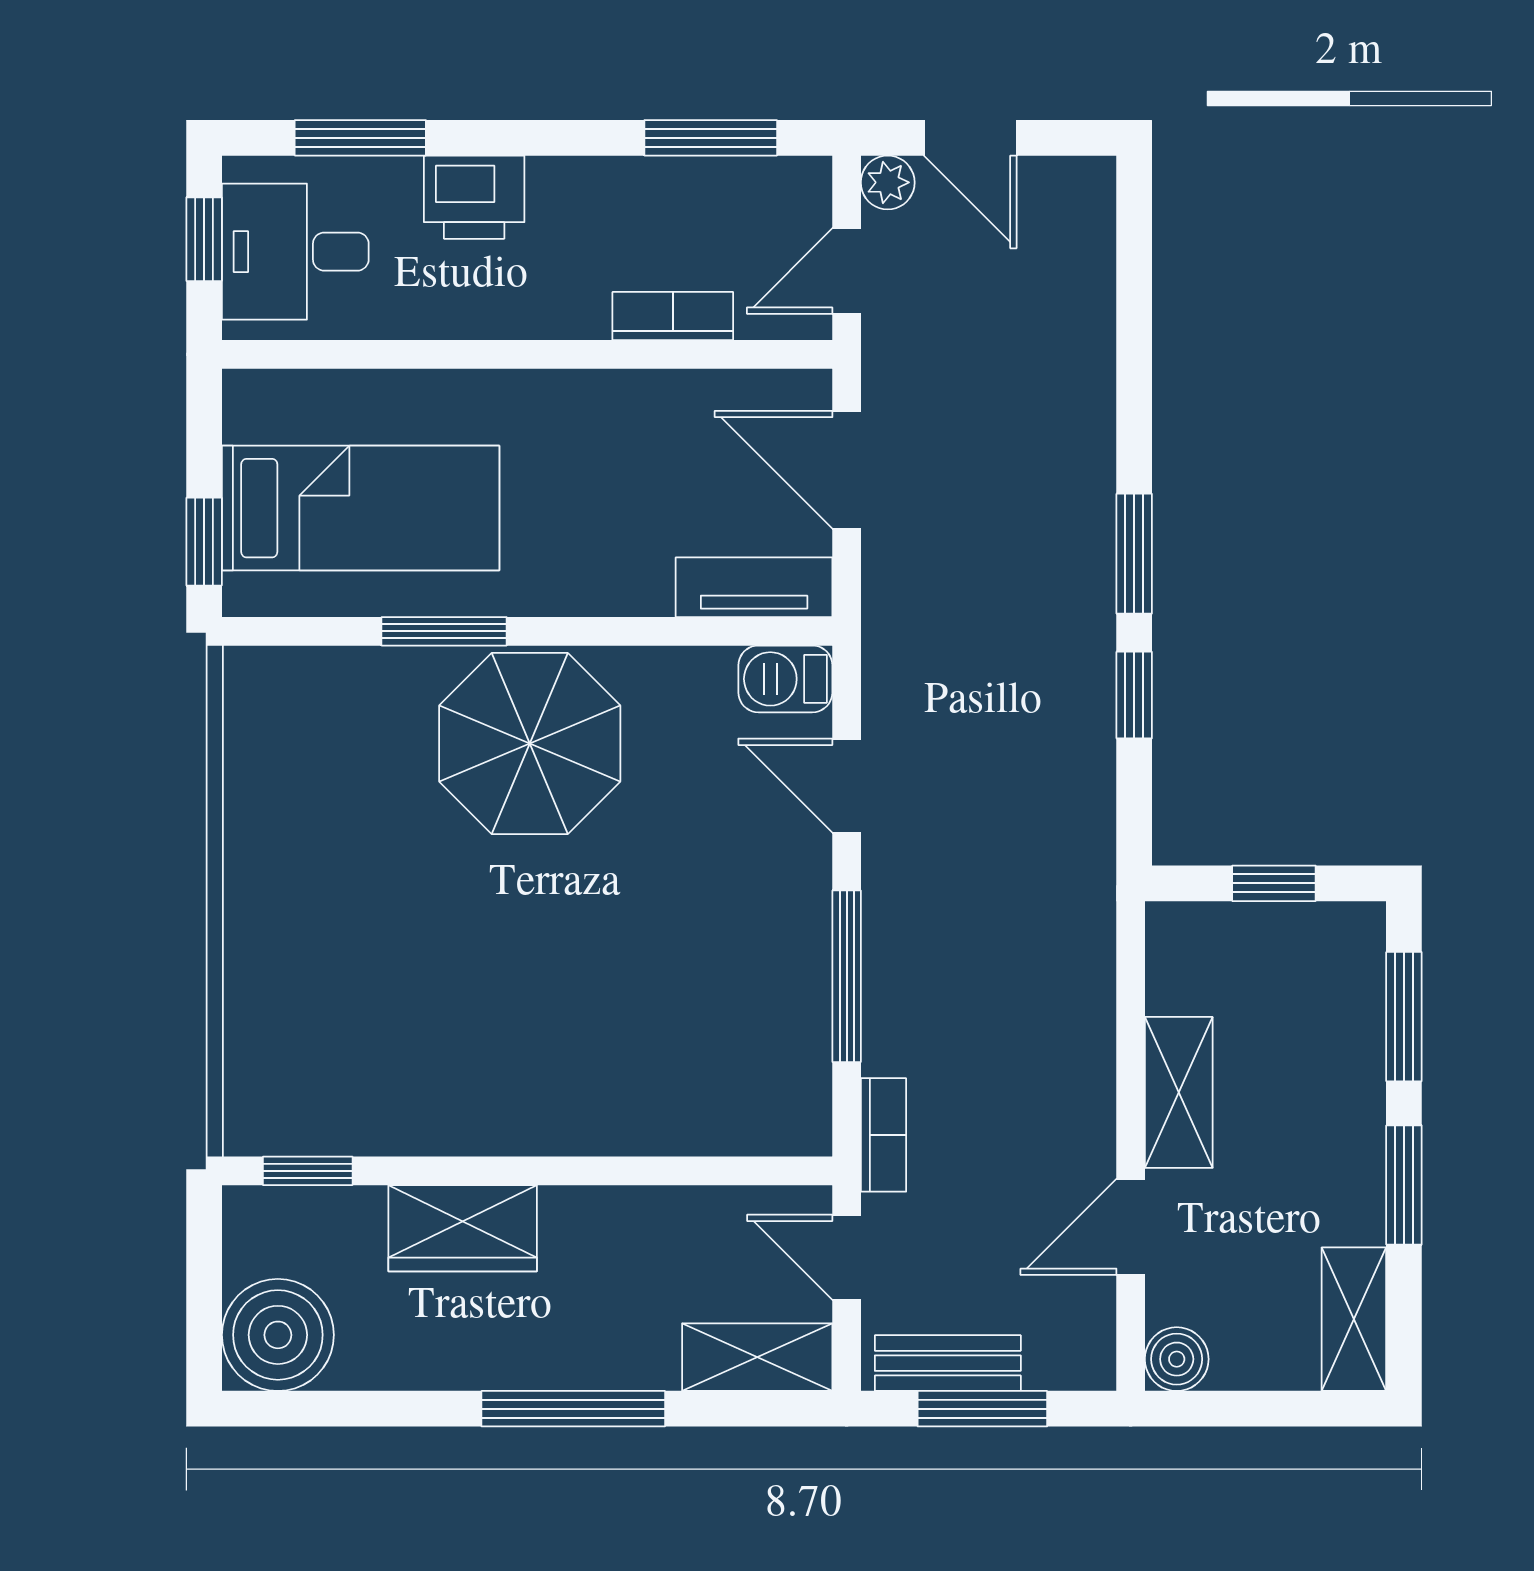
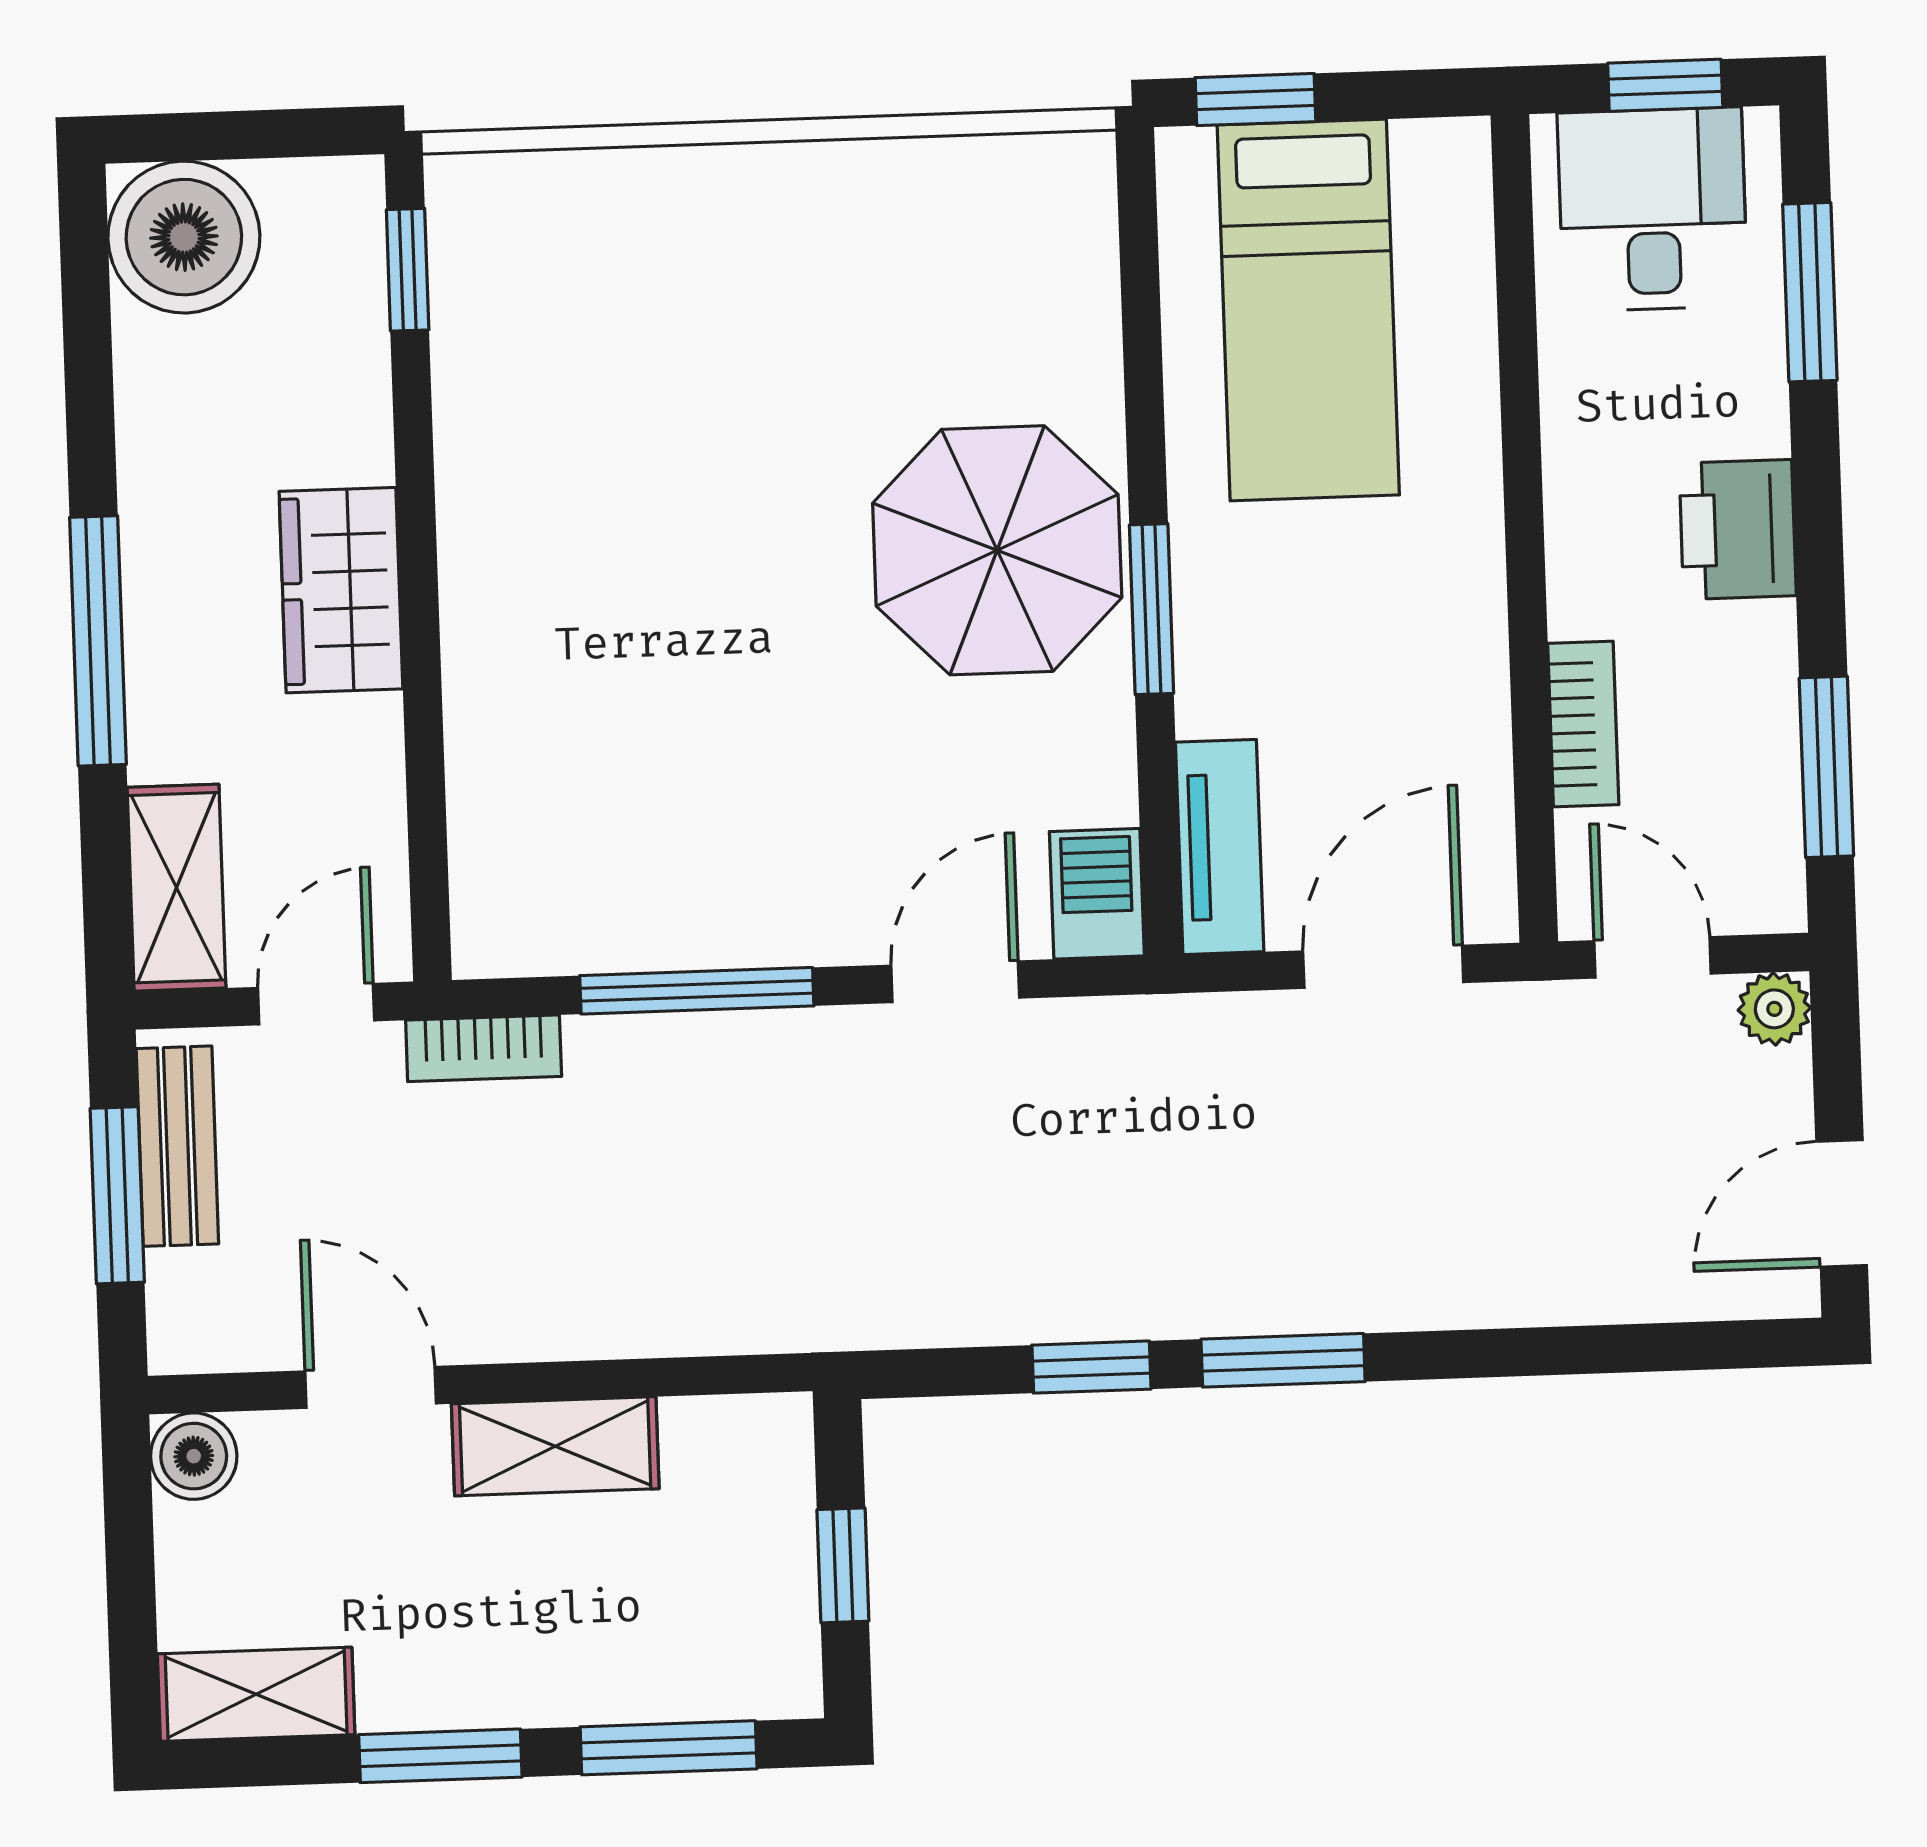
door: (970, 138) -> (1842, 1203), moved
printer: (474, 197) -> (1738, 529), moved
window: (444, 631) -> (1151, 609), moved
wardrobe: (463, 1228) -> (341, 590), moved

